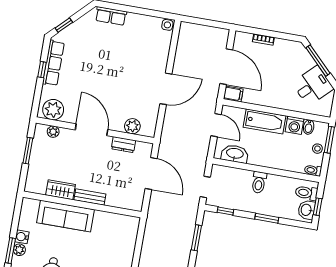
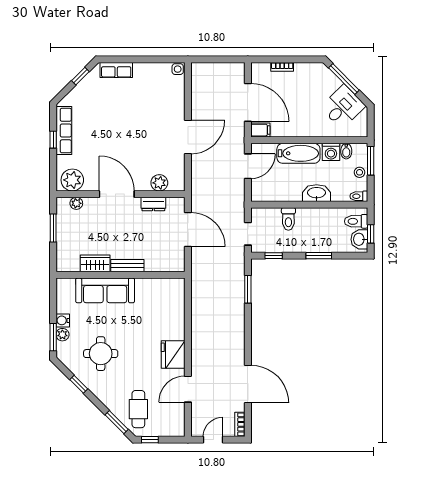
window: (64, 25) -> (80, 76), moved
door: (216, 125) -> (248, 166), hinge flipped
washbasin: (235, 154) -> (317, 193), moved
toilet: (259, 182) -> (288, 219), moved

